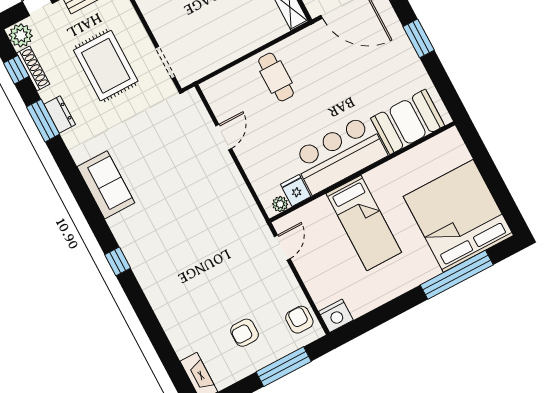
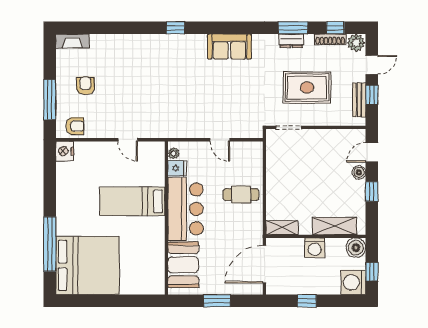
booth: (408, 122) -> (183, 265), moved
bar counter: (339, 155) -> (185, 209), moved
wall: (362, 172) -> (166, 218), moved
fridge: (296, 190) -> (177, 168), moved
plant: (280, 204) -> (174, 153), moved
bed: (364, 223) -> (132, 201), moved

